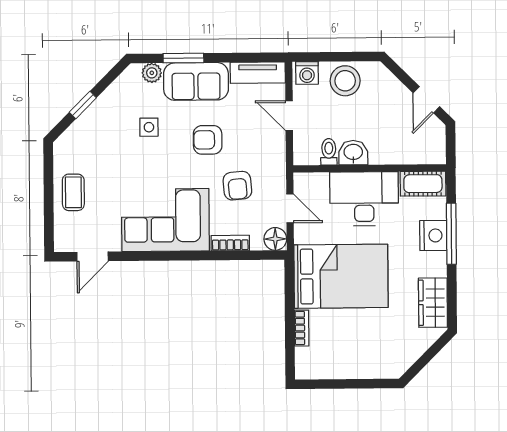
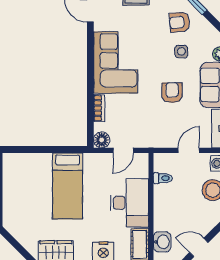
washbasin: (353, 153) -> (162, 242), moved
armchair: (237, 186) -> (180, 22), moved
bed: (341, 276) -> (68, 186), width x0.67
bookcase: (302, 328) -> (39, 158), removed

